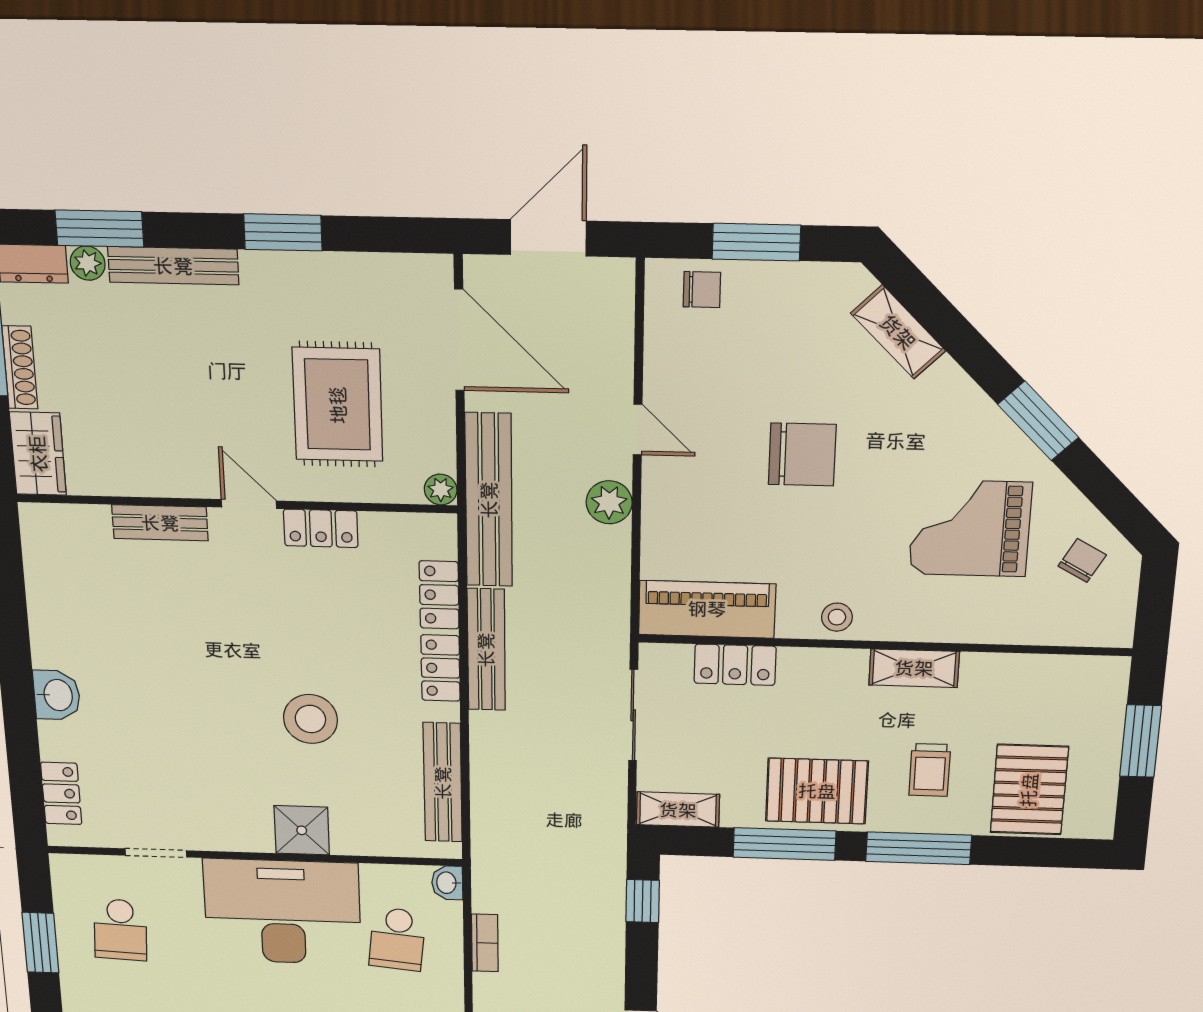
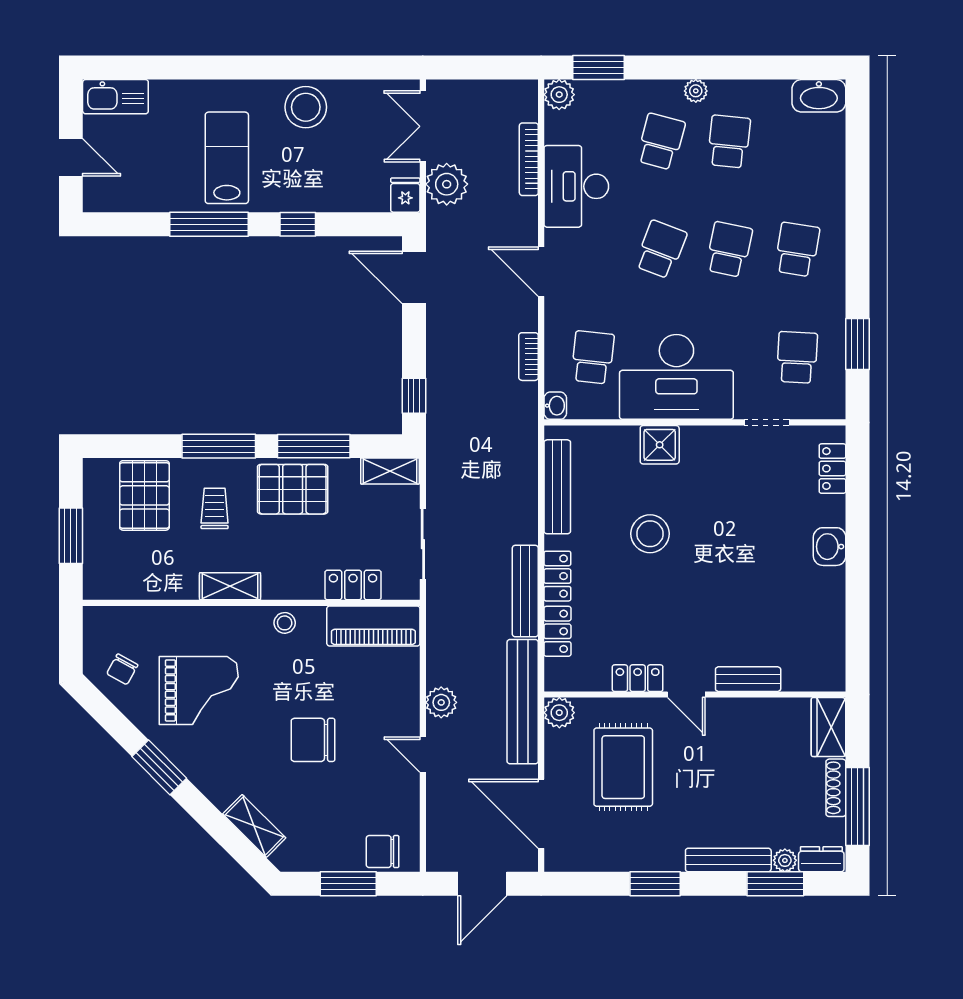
chair: (702, 290) -> (383, 852), width x1.37, depth x1.37
plant: (441, 490) -> (559, 713), width x1.38, depth x1.38

